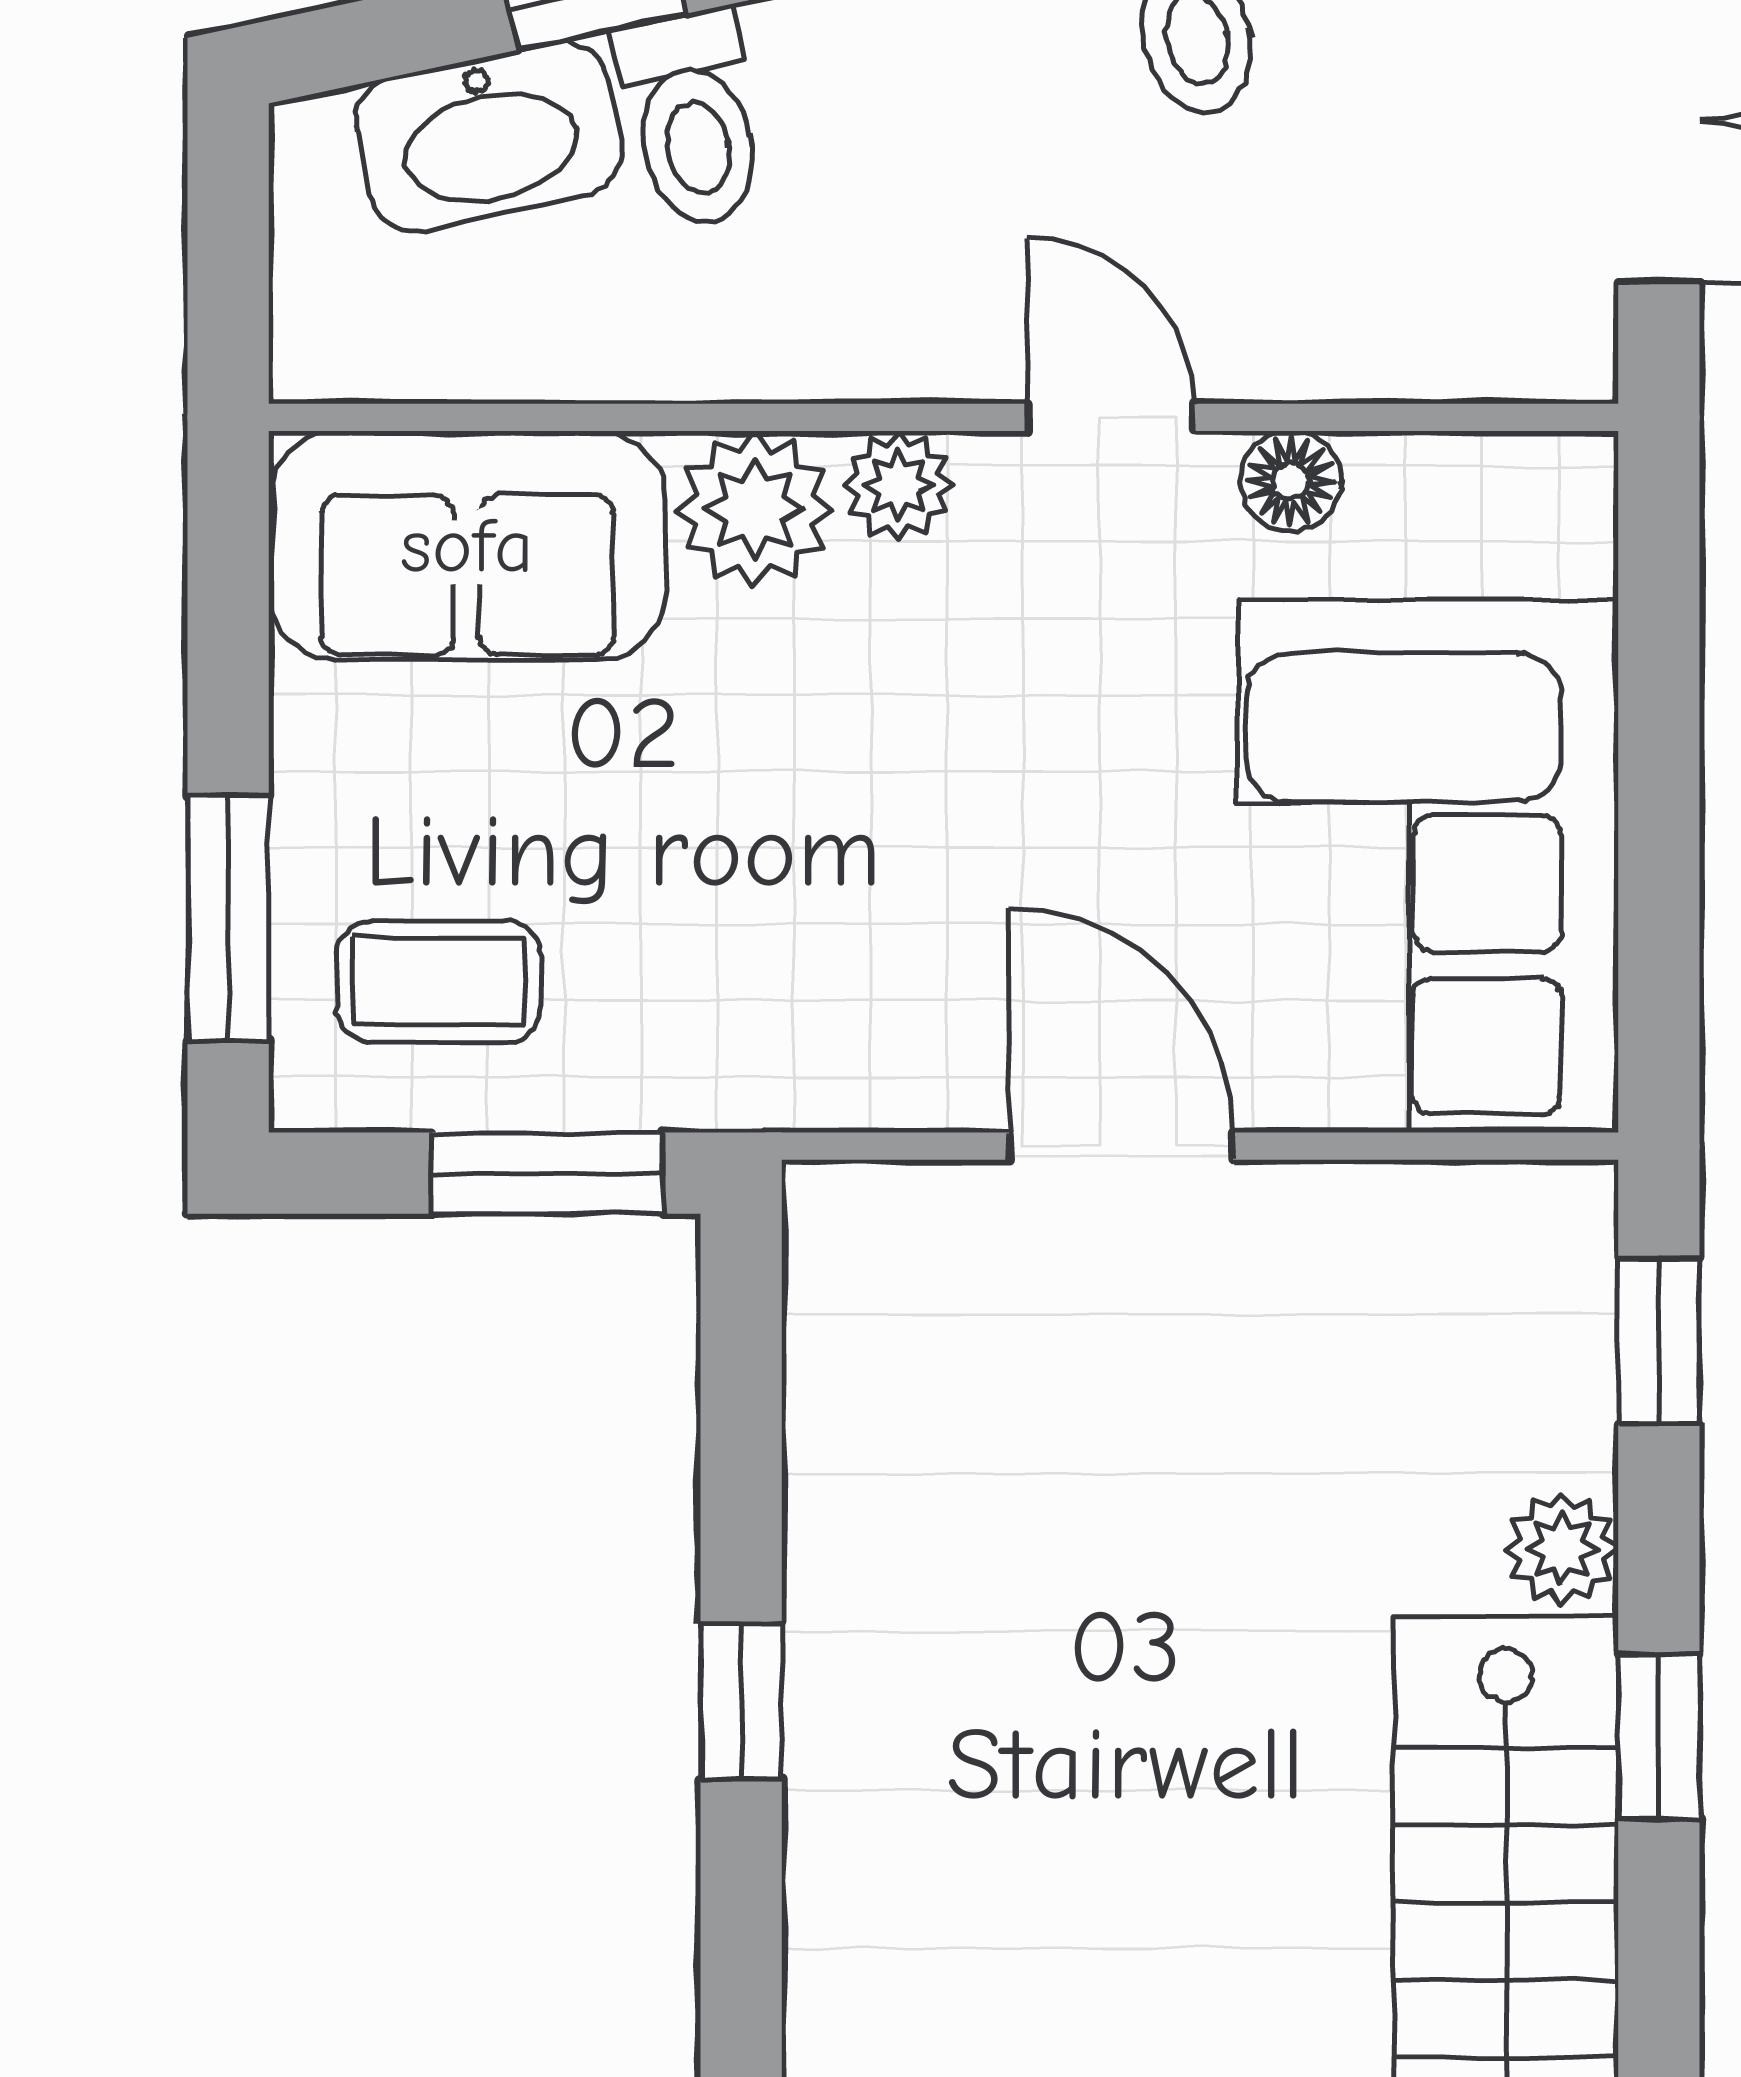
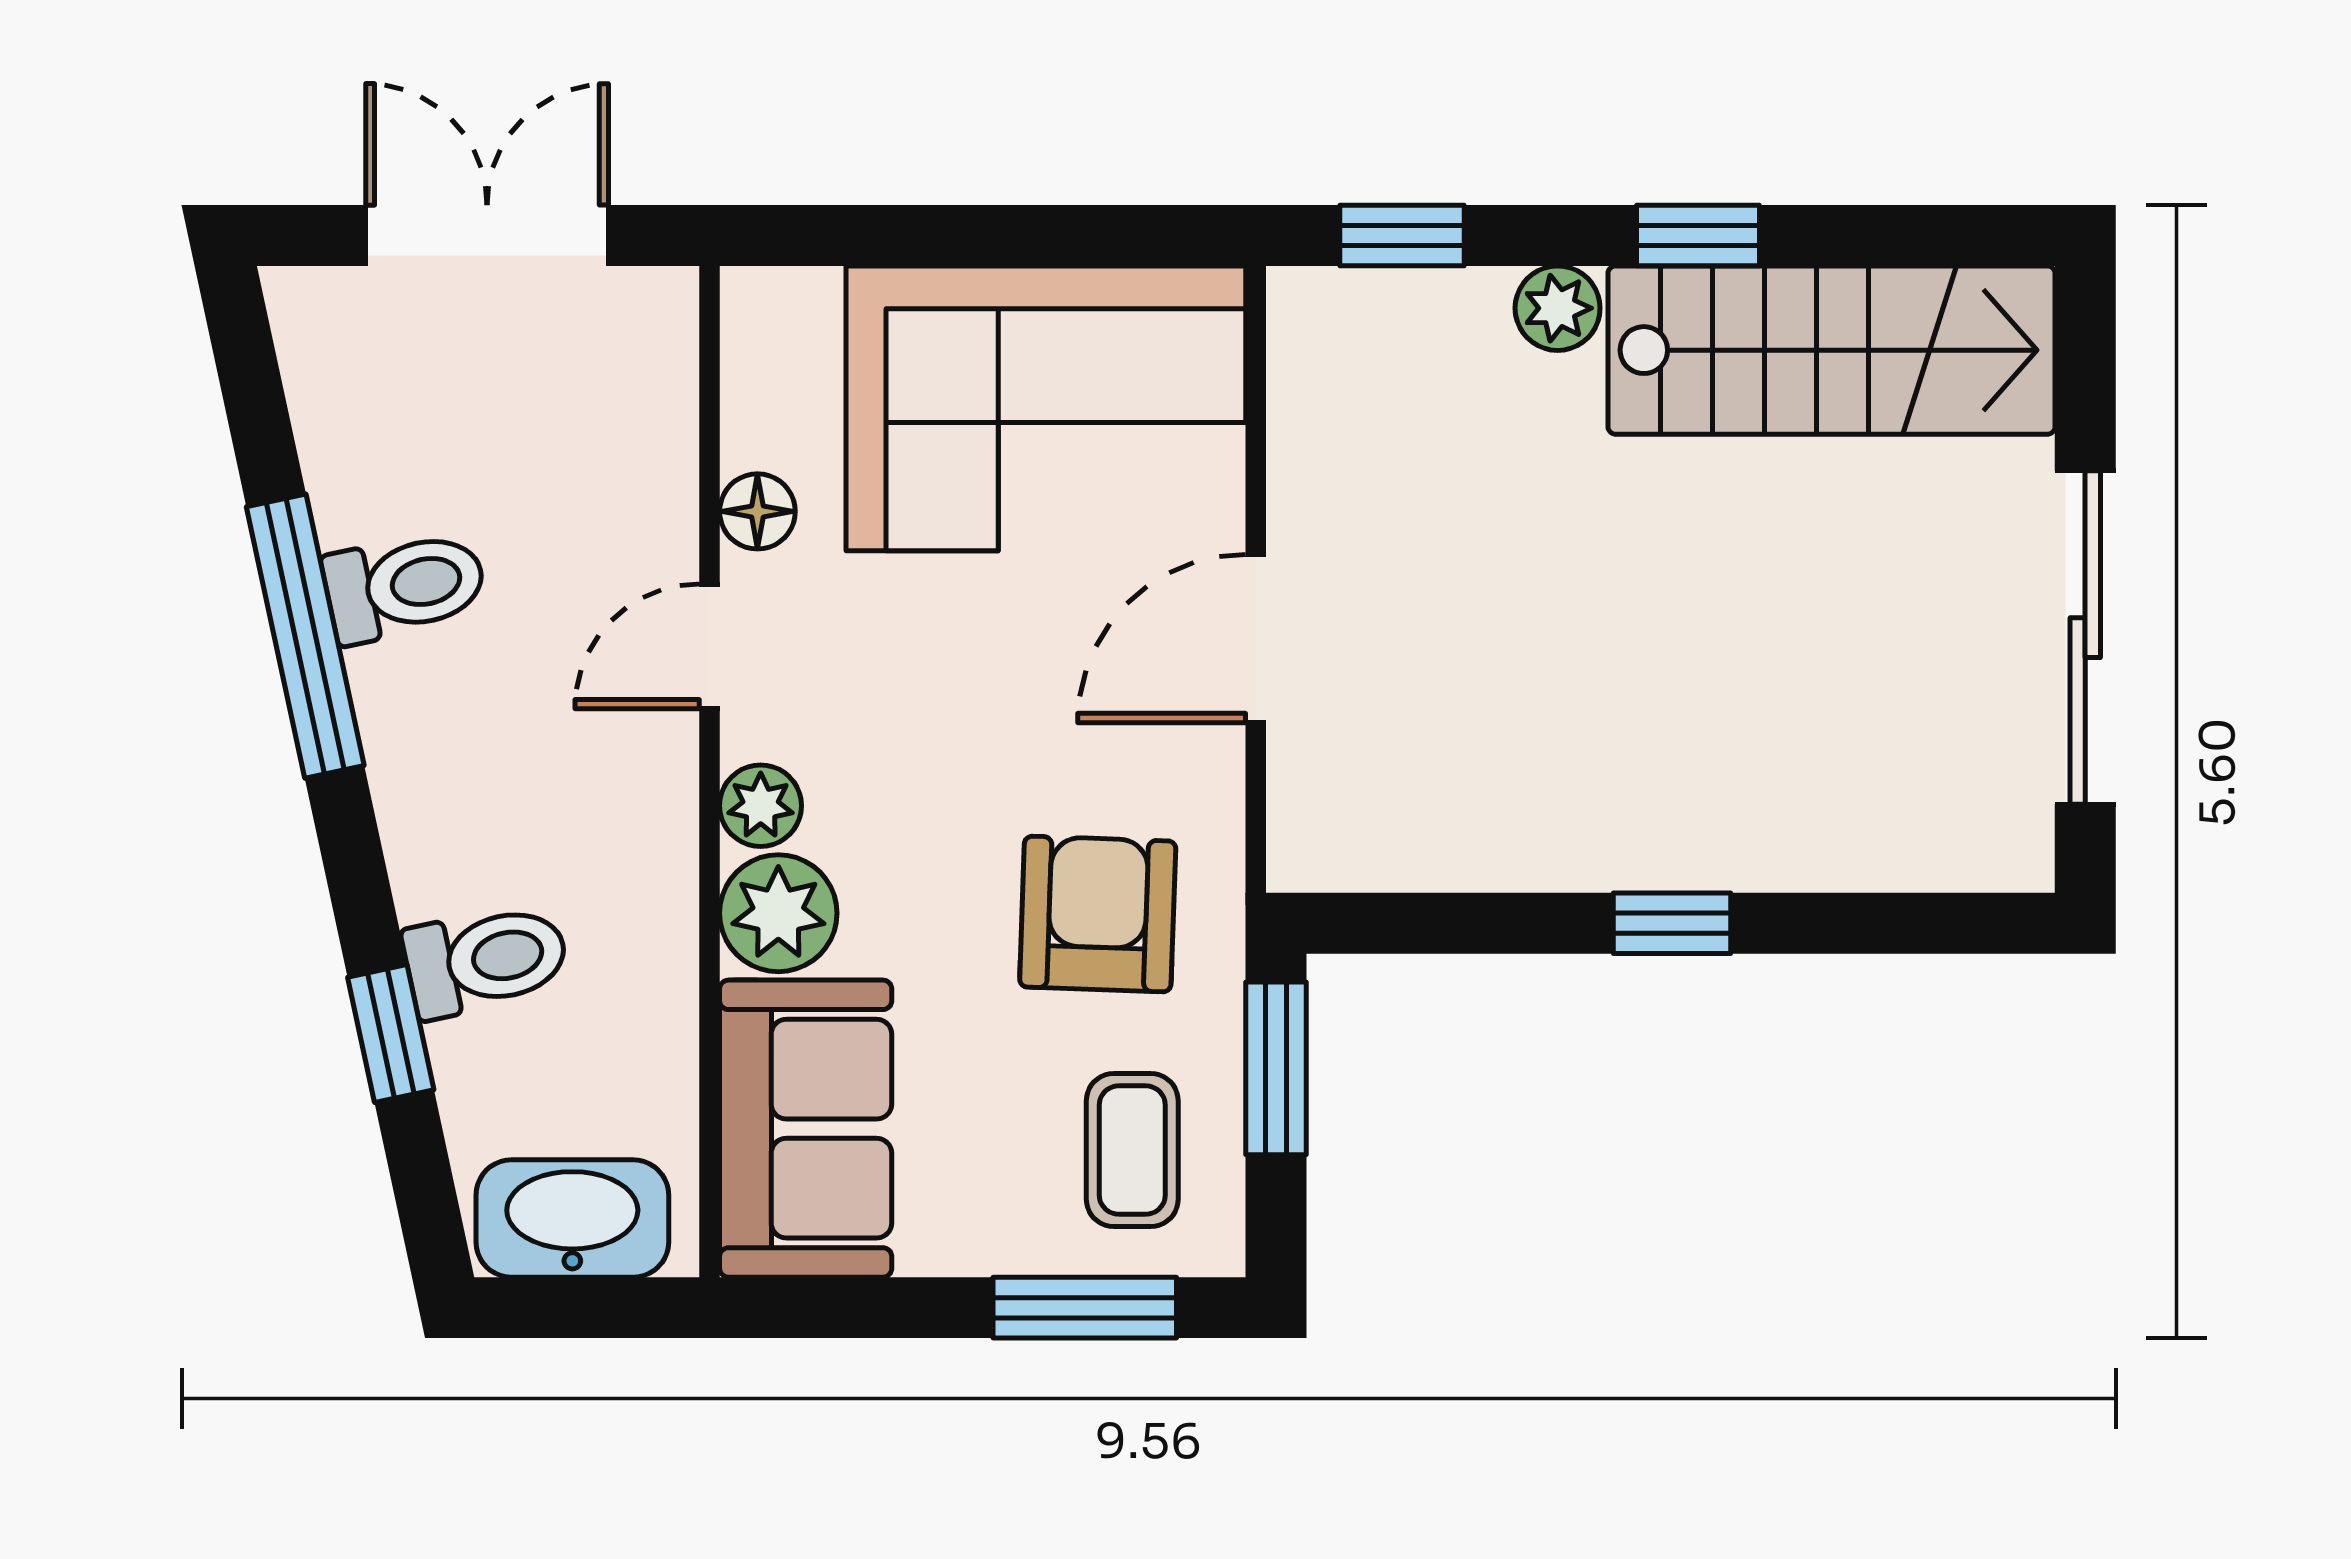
washbasin: (488, 136) -> (572, 1219), moved, turned -78
armchair: (753, 935) -> (1098, 914), added

